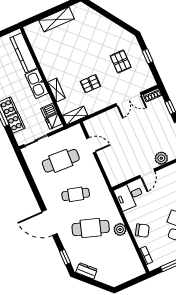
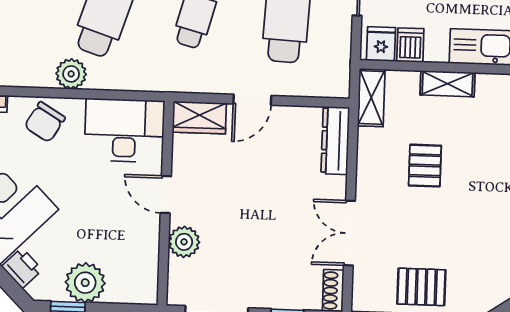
pallet: (121, 62) -> (421, 287), moved
dresser: (97, 121) -> (335, 141), added
door: (91, 145) -> (252, 100), moved
wardrobe: (113, 175) -> (199, 118), added
desk: (129, 196) -> (124, 130), width x1.37

